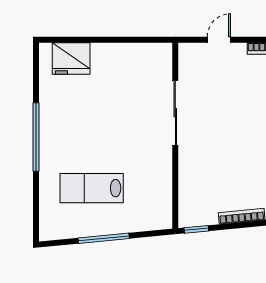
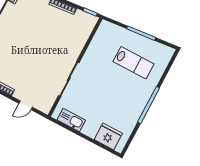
kitchen sink: (139, 54) -> (71, 120), added

